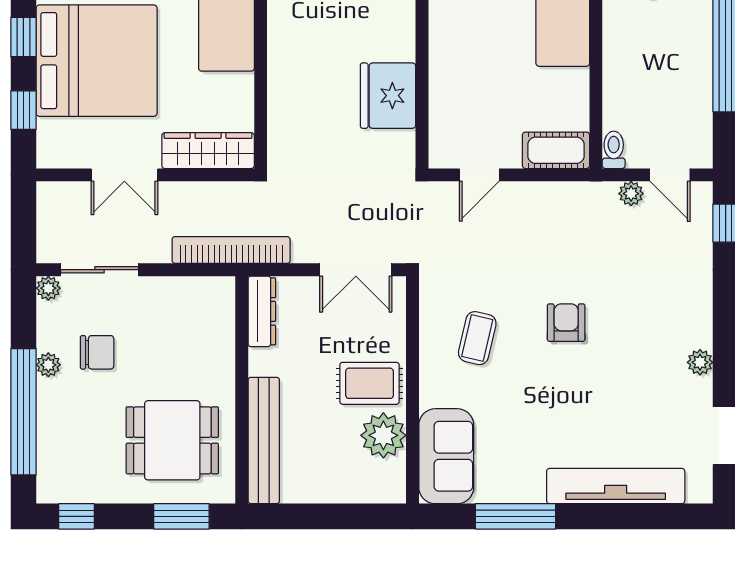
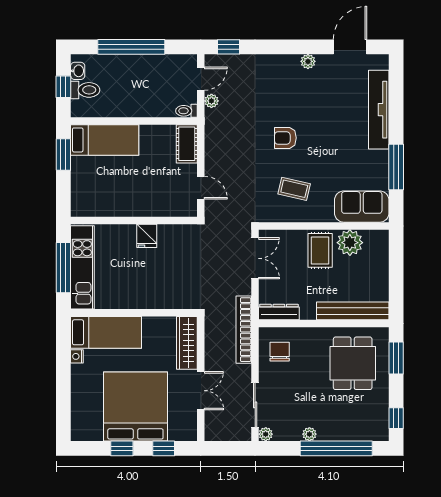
fridge: (388, 96) -> (147, 236), width x0.53, depth x0.75
chair: (97, 352) -> (280, 352), moved

